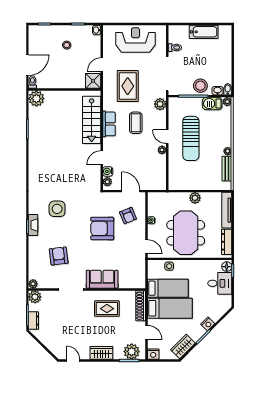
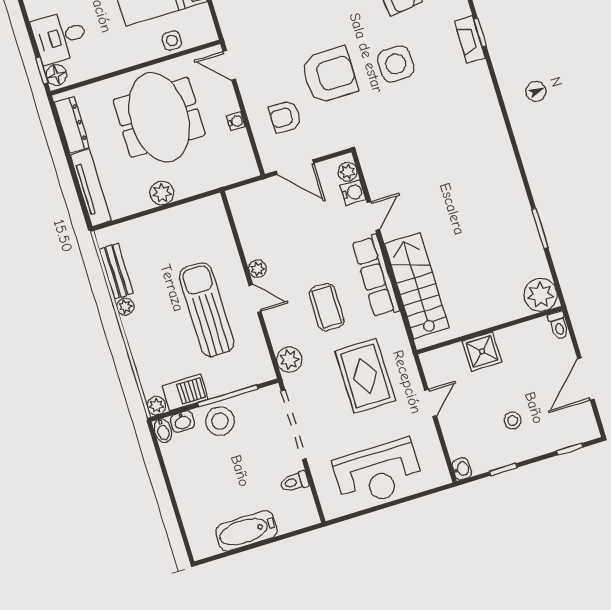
door: (27, 65) -> (586, 379), moved
shower: (93, 81) -> (482, 351), moved
row of seats: (109, 124) -> (376, 276), width x1.48
side table: (57, 209) -> (396, 64), moved
armchair: (128, 216) -> (285, 117), turned -68

